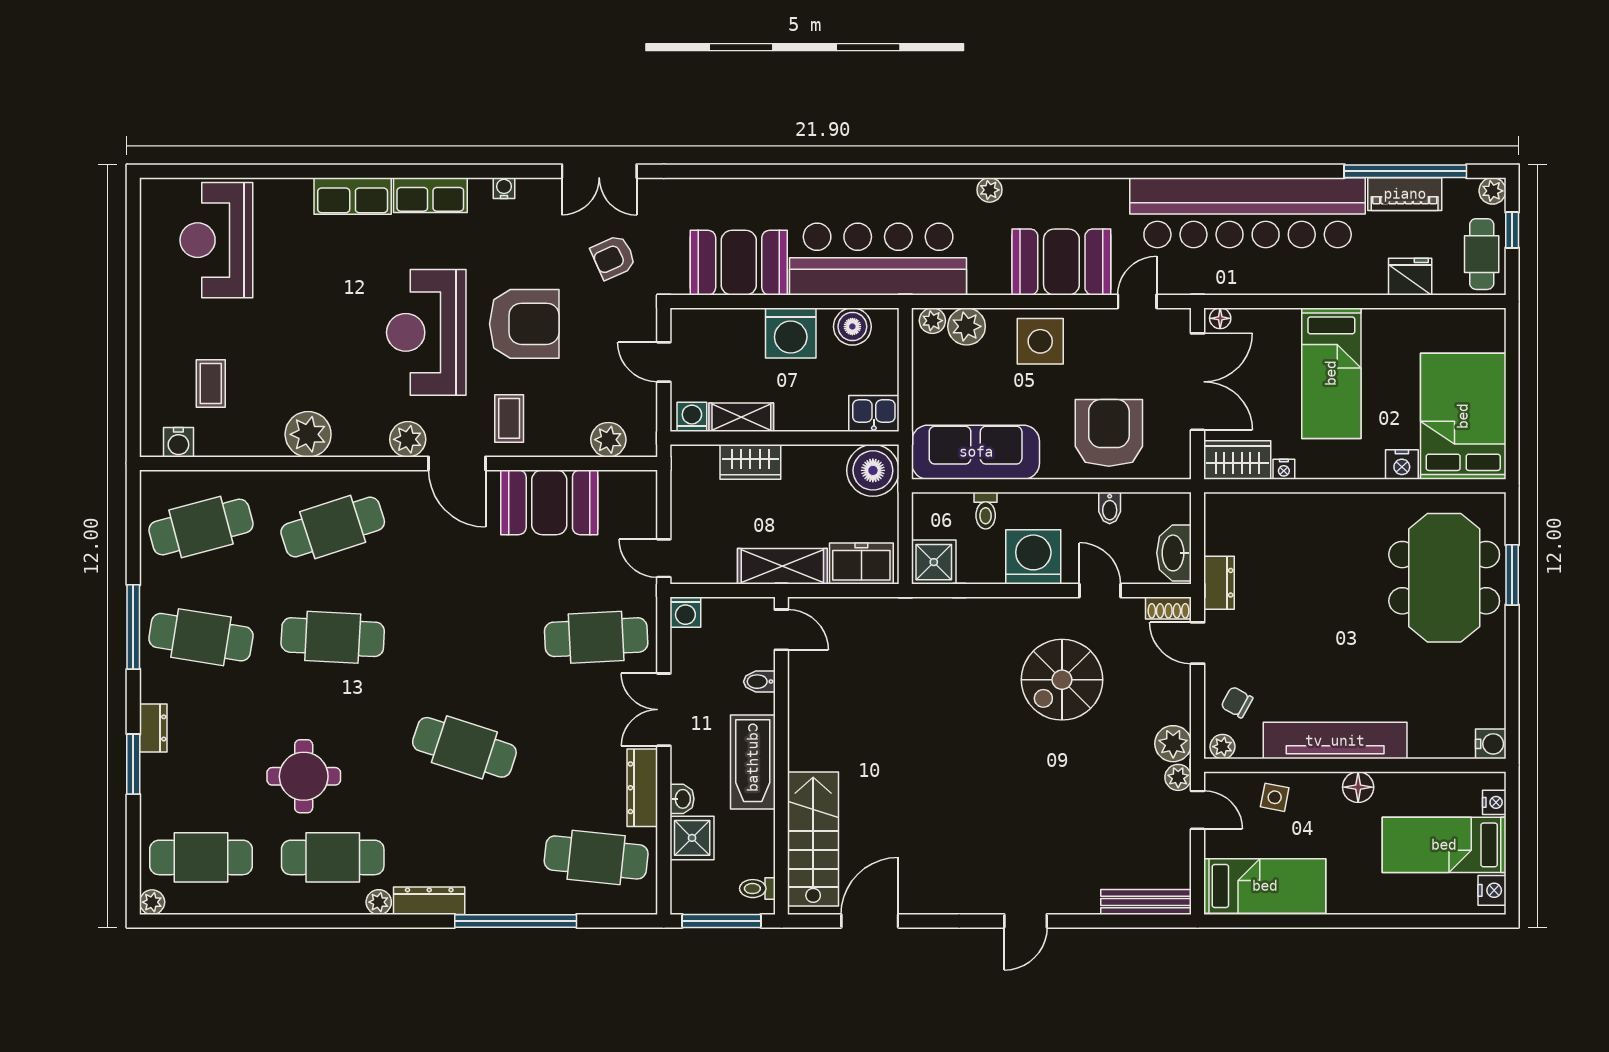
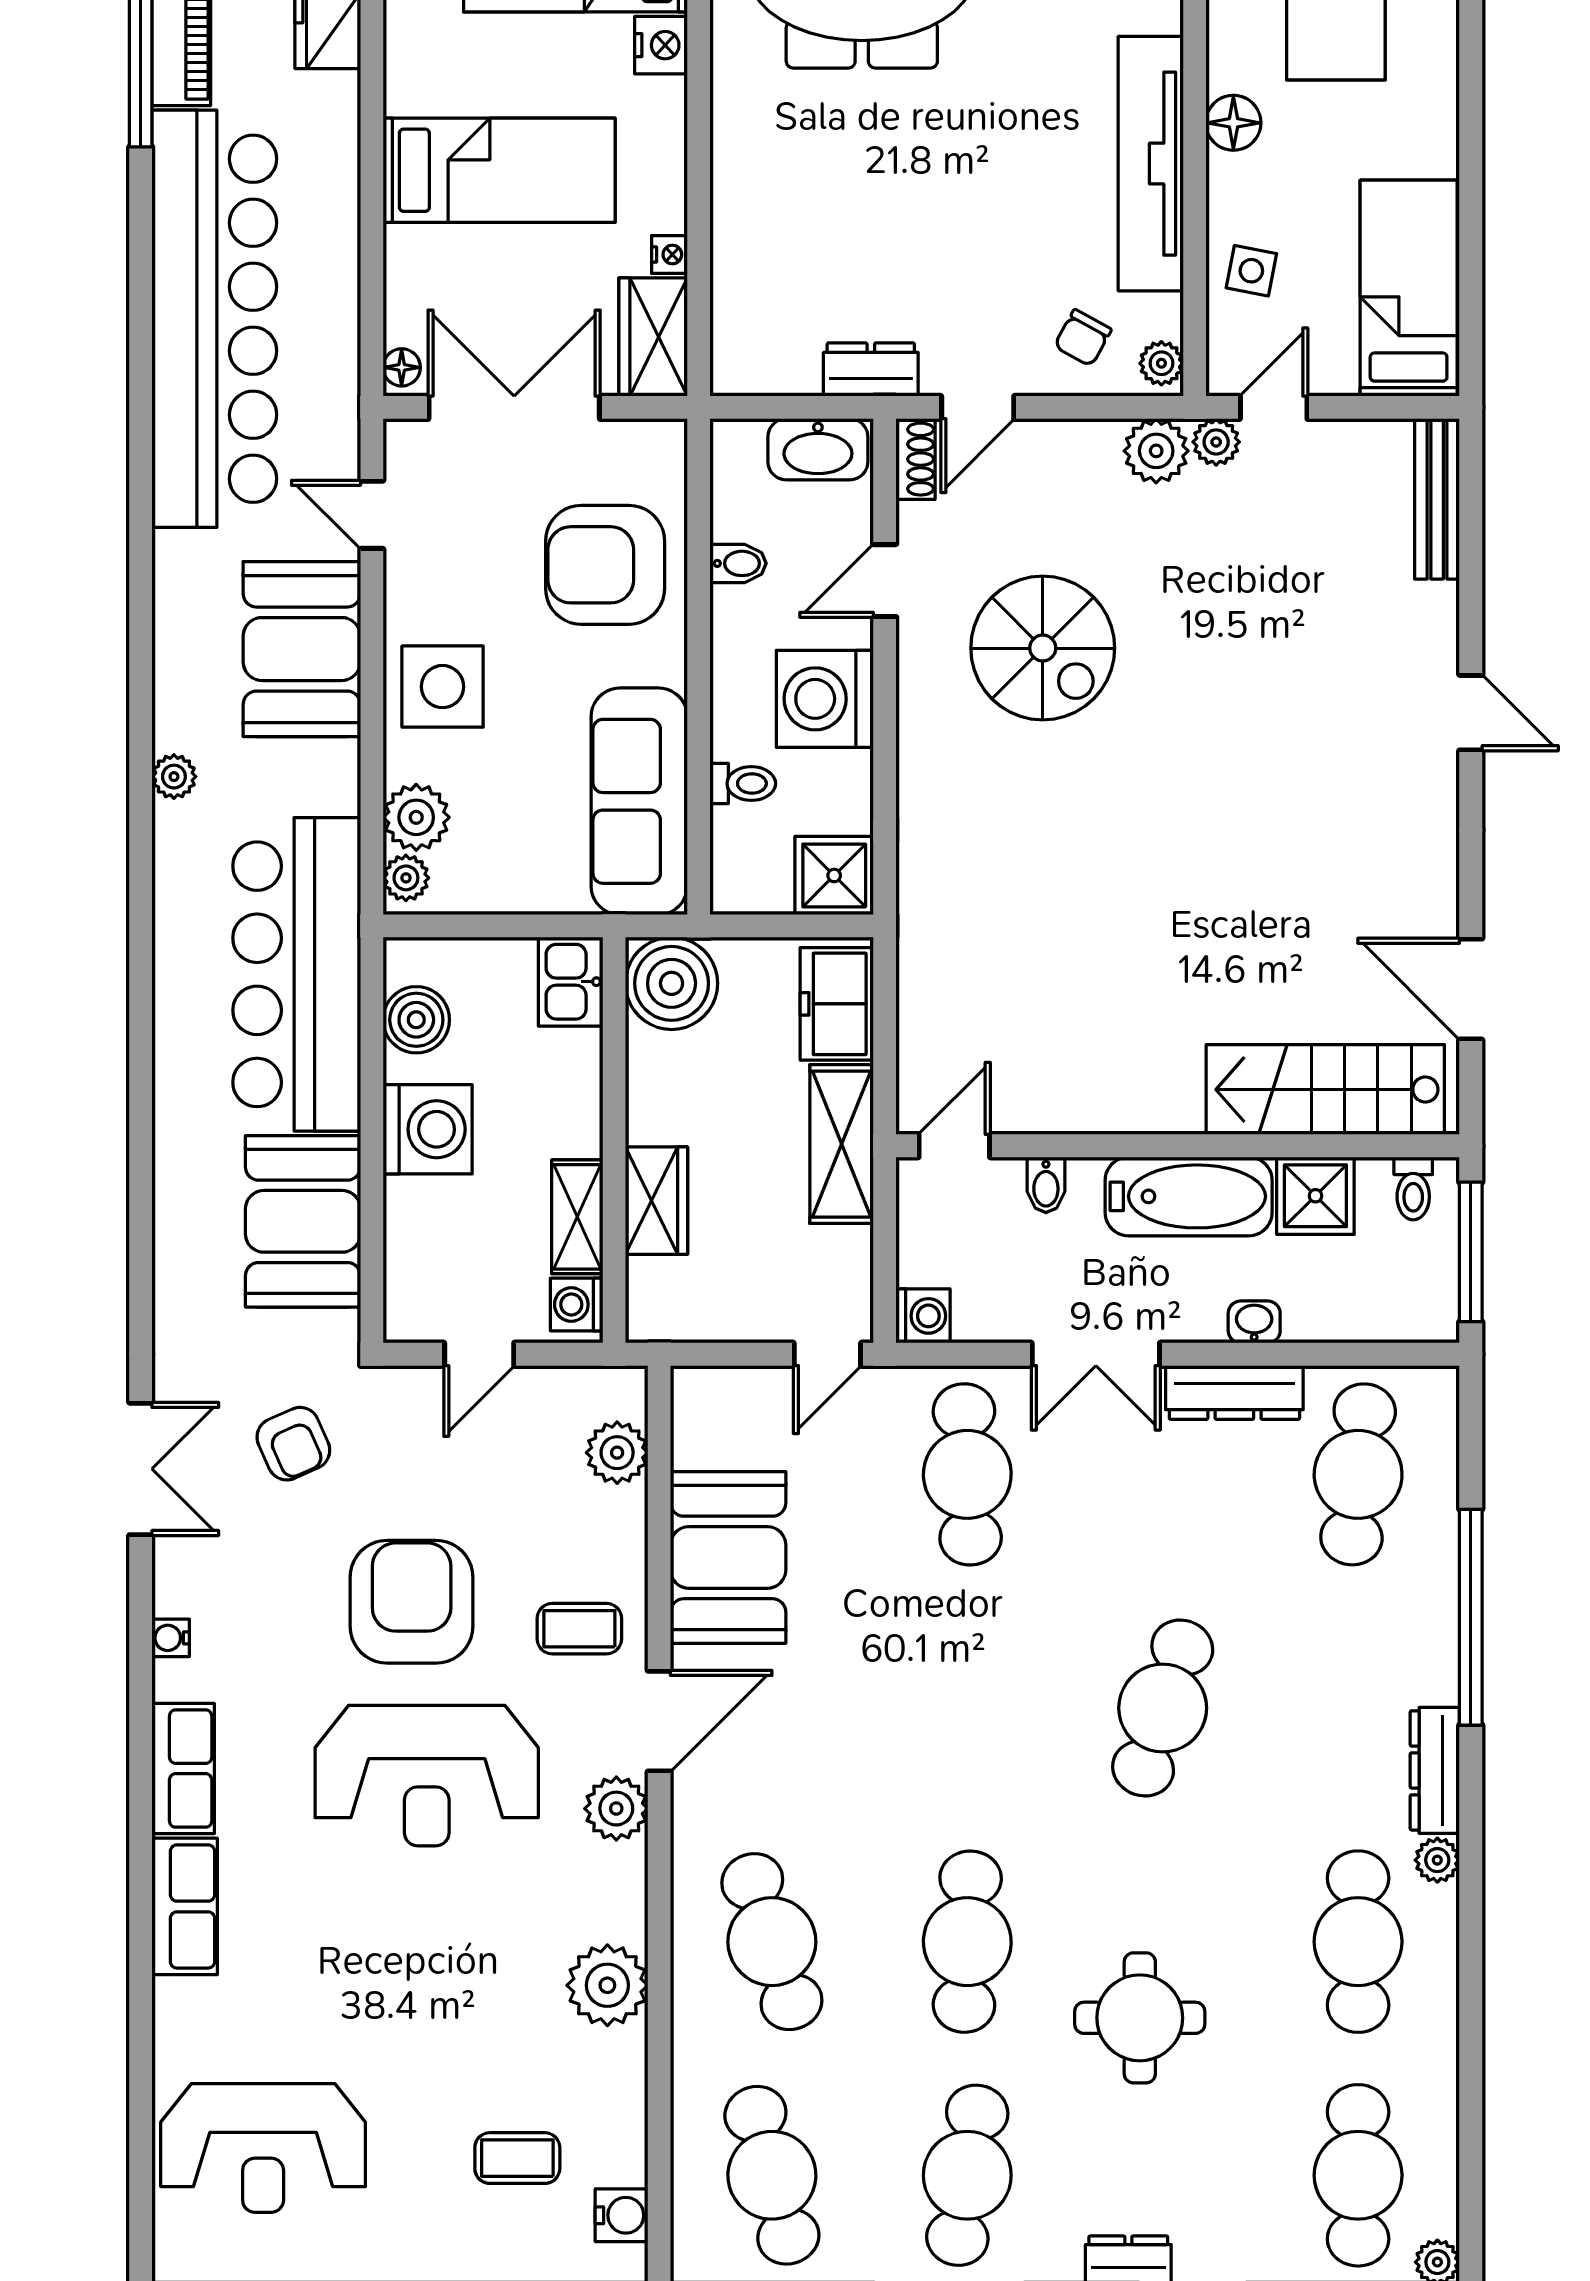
round table: (304, 776) -> (1140, 2018), moved
shower: (692, 838) -> (1315, 1196), moved

